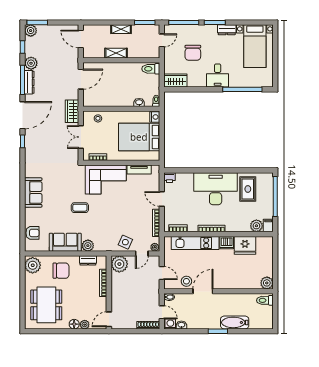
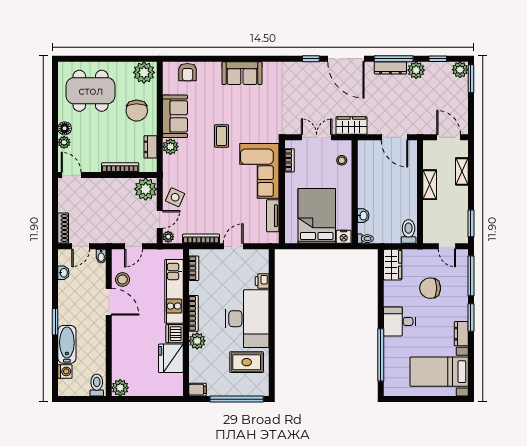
shelving: (121, 29) -> (462, 171), moved
door: (81, 39) -> (449, 137), hinge flipped
printer: (170, 178) -> (262, 281), moved
plant: (256, 226) -> (197, 341), moved
door: (142, 254) -> (160, 219), swing flipped
washing machine: (170, 324) -> (65, 371), moved

